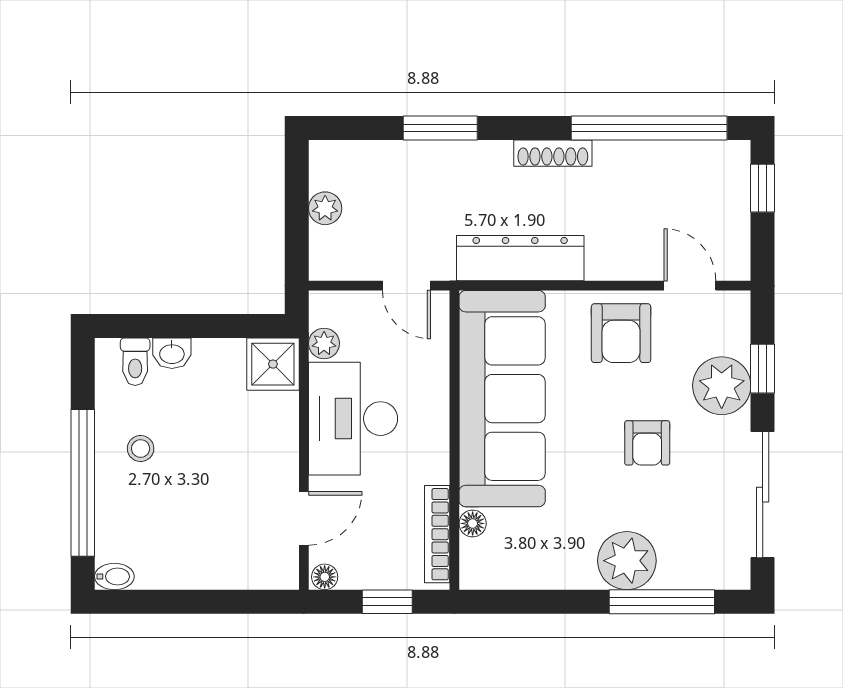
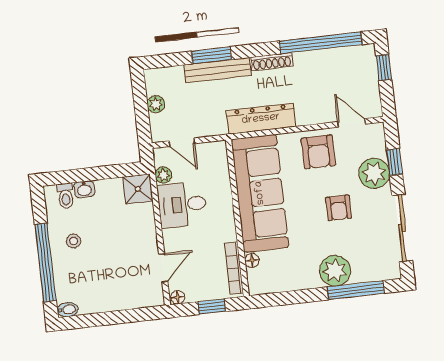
bench: (449, 157) -> (218, 70), added
door: (406, 286) -> (182, 142), moved
desk: (353, 419) -> (182, 205), width x0.73

